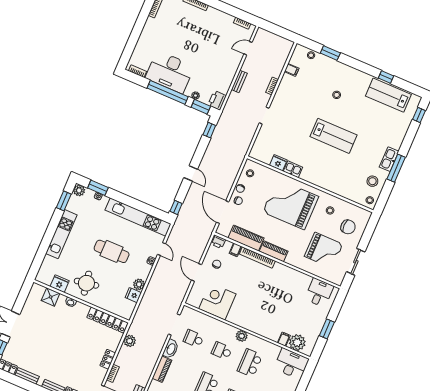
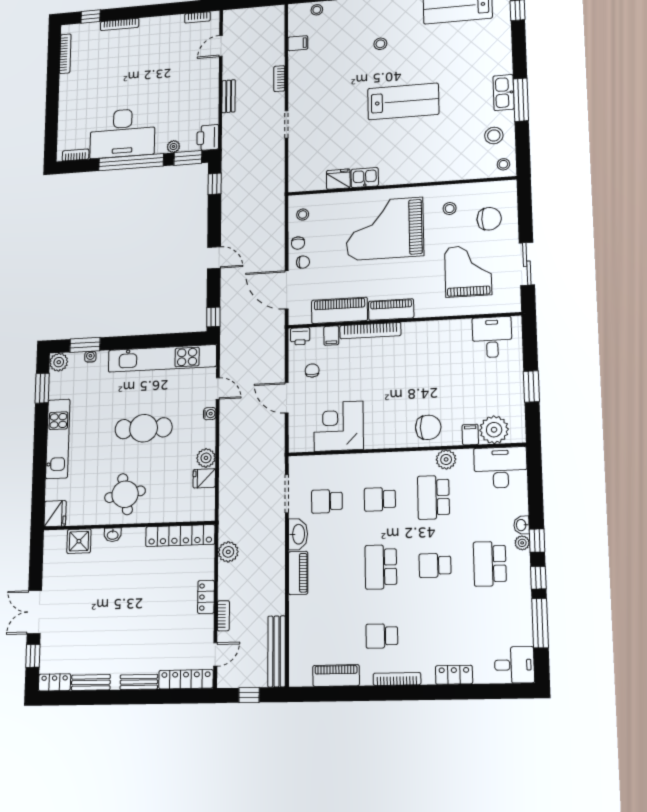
grand piano: (324, 250) -> (468, 271), turned -90
fridge: (60, 284) -> (55, 514), moved, turned 90
chair: (264, 325) -> (428, 427), added
plant: (242, 336) -> (446, 459), moved

